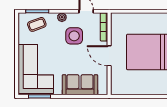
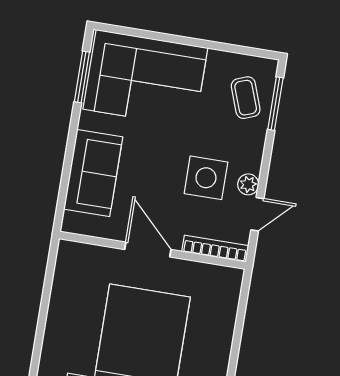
plant: (62, 17) -> (248, 184), moved
door: (109, 56) -> (148, 250), hinge flipped

